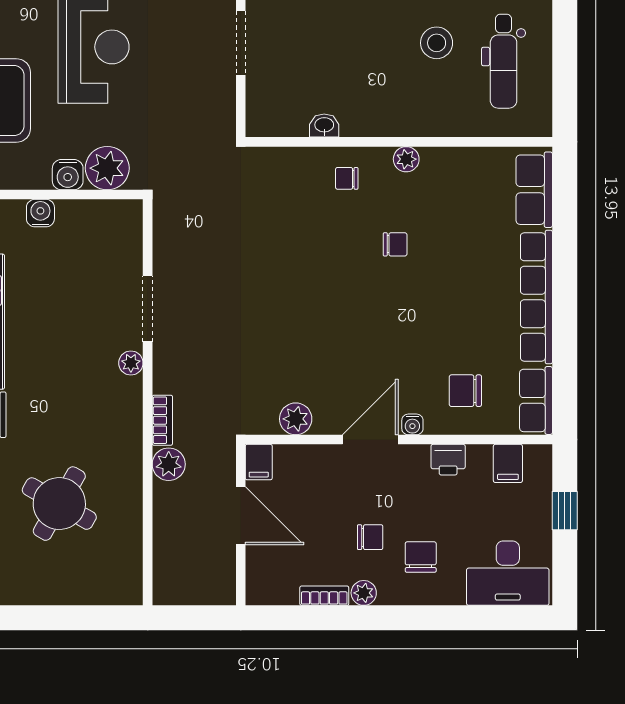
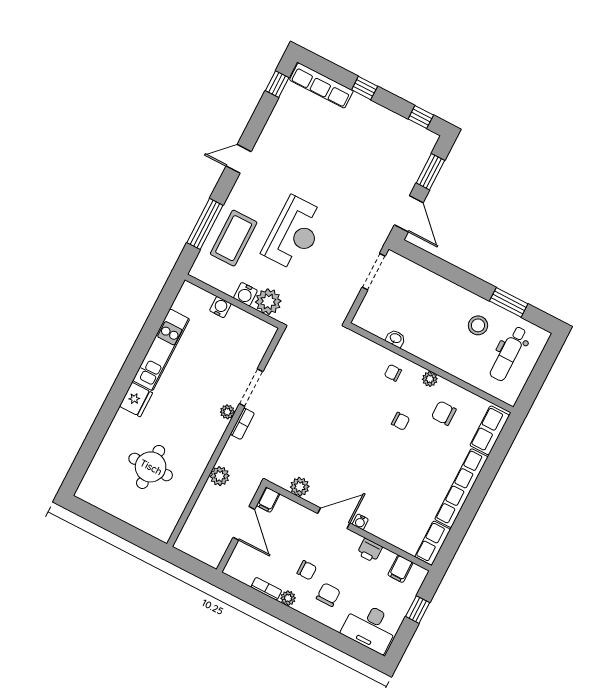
chair: (465, 391) -> (444, 413), moved
bookcase: (162, 420) -> (242, 424), moved
round table: (59, 504) -> (151, 467), turned -30

